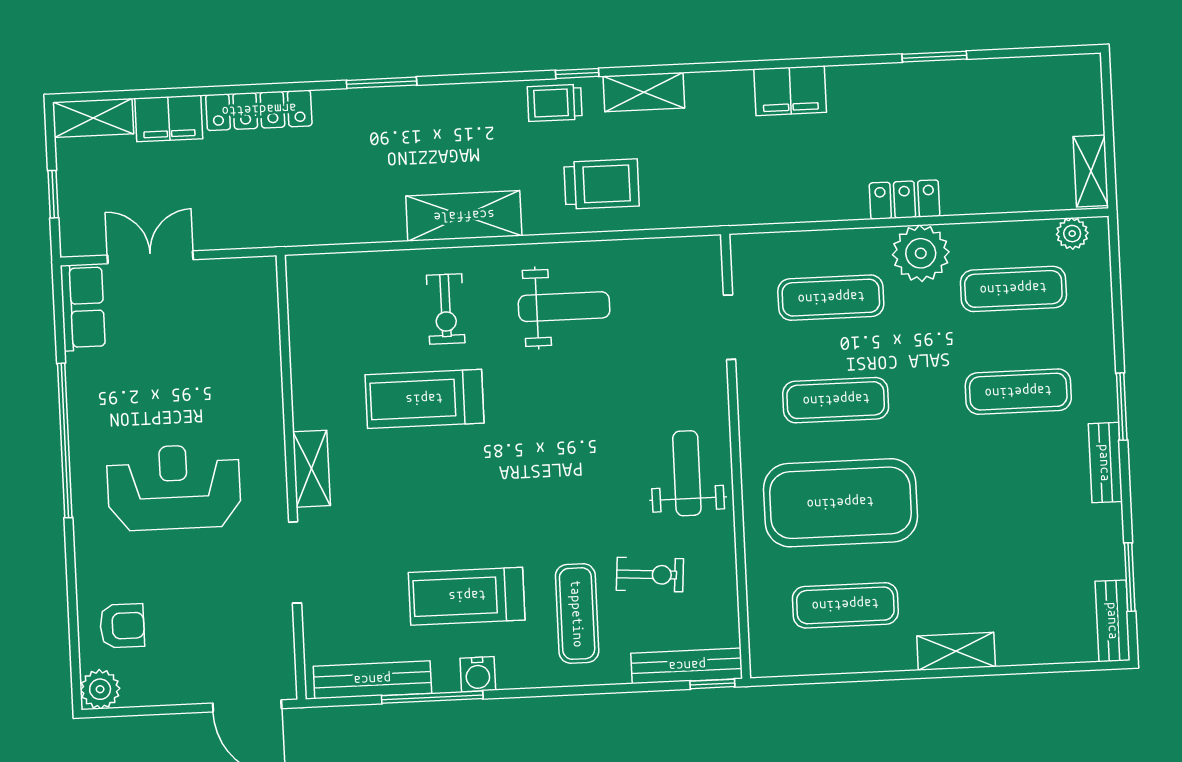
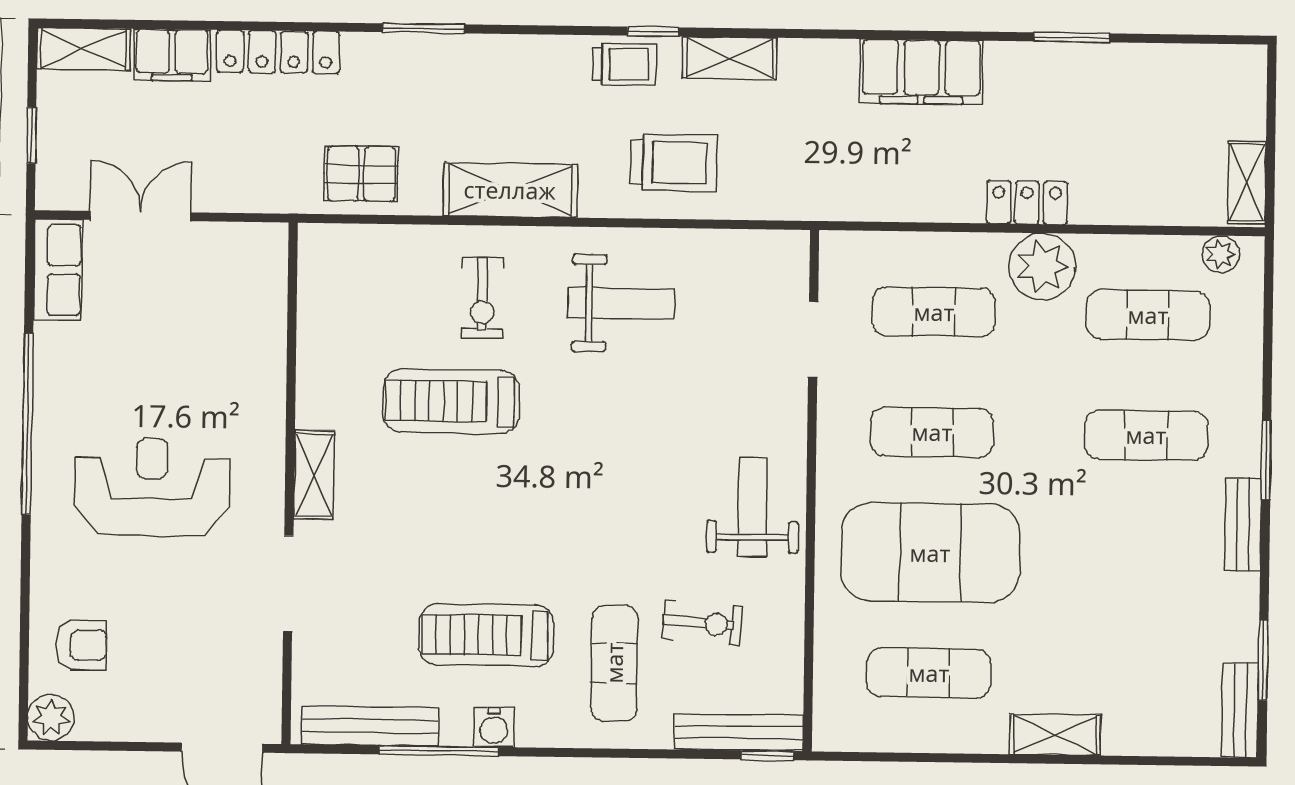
filing cabinet: (790, 91) -> (921, 72), width x1.50, depth x1.17
trolley: (555, 103) -> (625, 64), turned 180
pallet: (336, 210) -> (361, 174), added

